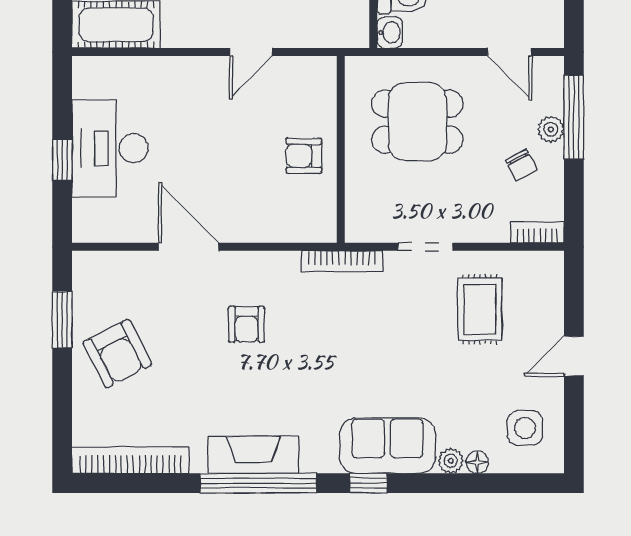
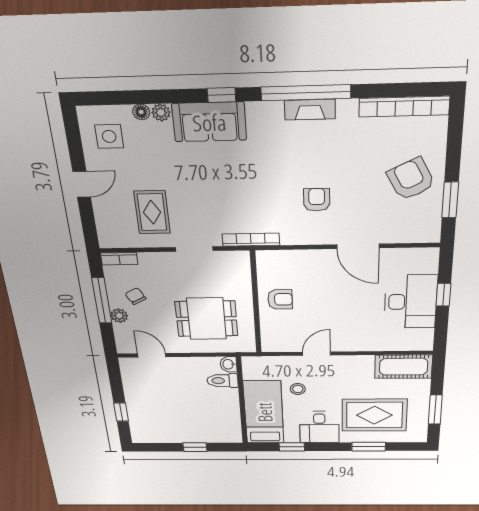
window: (574, 117) -> (102, 300), moved
fireplace: (253, 455) -> (310, 110), width x0.73, depth x0.76

